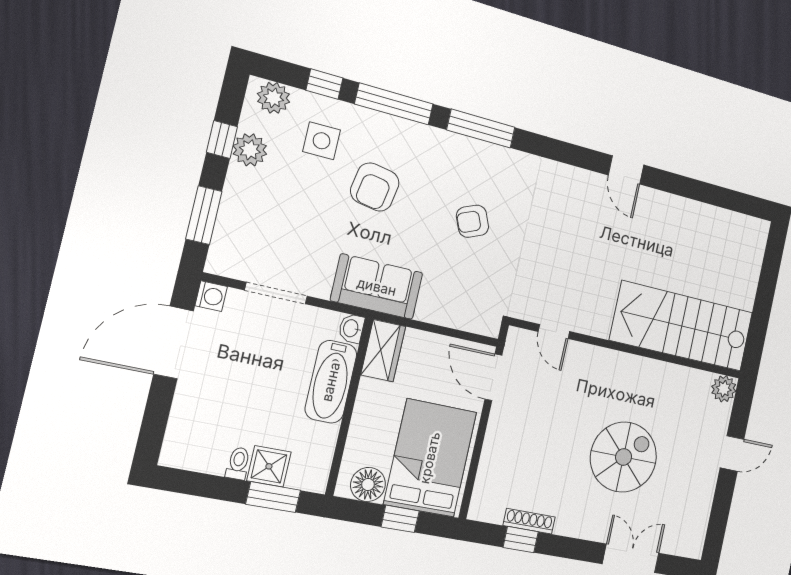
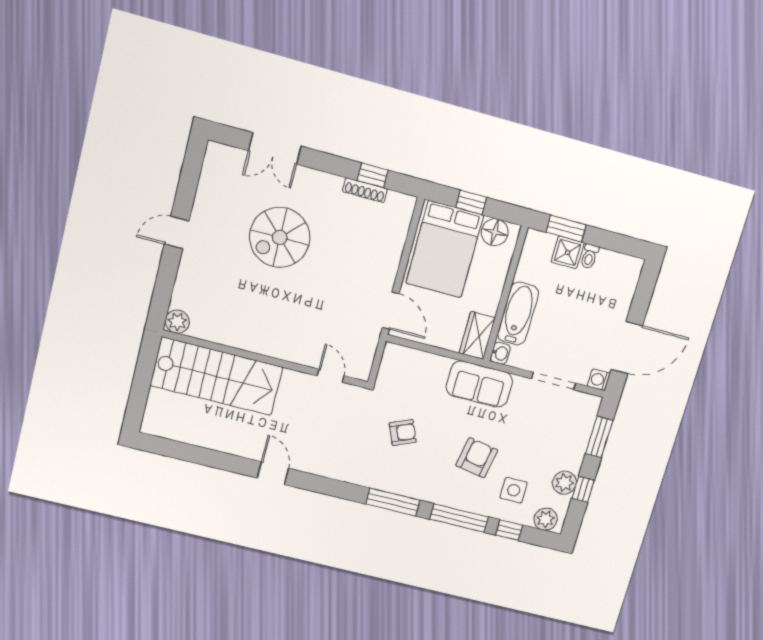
stairs: (682, 326) -> (217, 376), moved
door: (554, 331) -> (331, 376), moved
wall: (628, 349) -> (266, 359), moved
plant: (724, 389) -> (177, 322), moved

